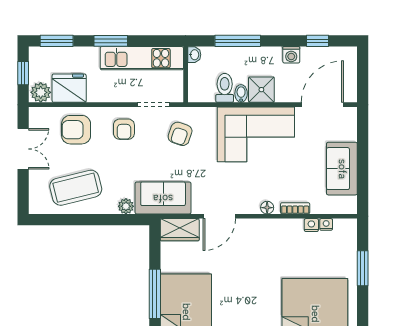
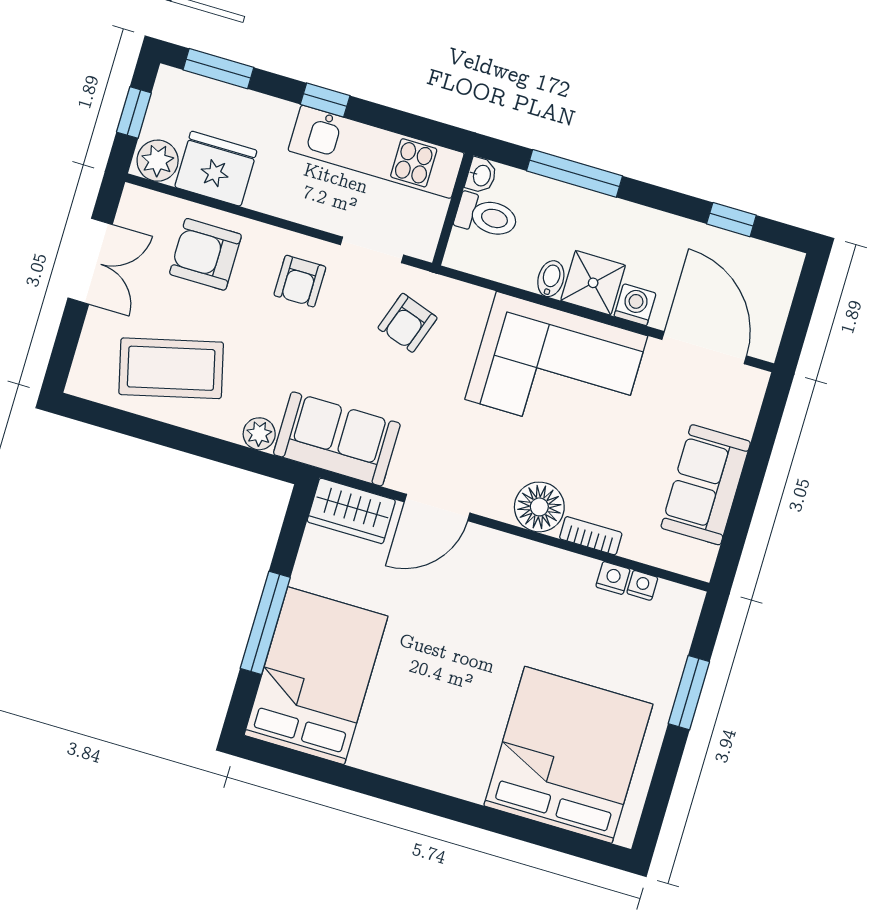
window: (111, 41) -> (325, 100), width x0.67
washing machine: (291, 55) -> (635, 305), moved, turned 180
toilet: (225, 88) -> (486, 216), moved, turned 90
door: (322, 105) -> (704, 348), hinge flipped
floor lamp: (267, 208) -> (539, 507), width x1.89, depth x1.89

